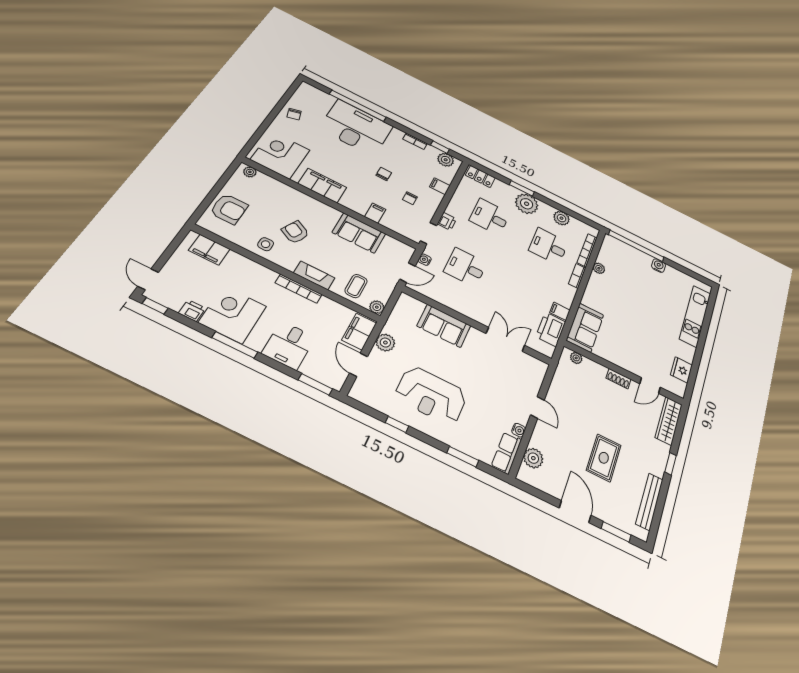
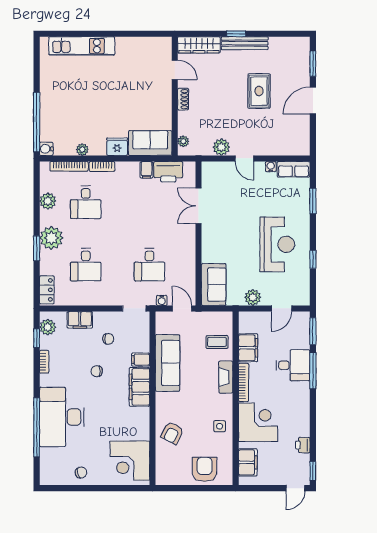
plant: (250, 172) -> (161, 474), removed
filing cabinet: (322, 186) -> (139, 387), moved
filing cabinet: (440, 186) -> (80, 320), width x2.00
printer: (447, 221) -> (113, 299), removed
armchair: (295, 232) -> (172, 433), moved
sofa: (359, 233) -> (168, 363), width x1.36
water cooler: (658, 266) -> (46, 149), moved
plant: (377, 307) -> (226, 318), removed
corner desk: (233, 314) -> (258, 422), moved, turned 180
sofa: (444, 326) -> (214, 285), moved
filing cabinet: (359, 331) -> (248, 348), moved, turned -90
window: (235, 345) -> (313, 371), moved
fridge: (681, 370) -> (117, 147), moved, turned 180
door: (537, 407) -> (244, 158), swing flipped
plant: (533, 458) -> (221, 147), moved
rug: (604, 458) -> (259, 91), turned 90
bench: (649, 502) -> (245, 43), moved

